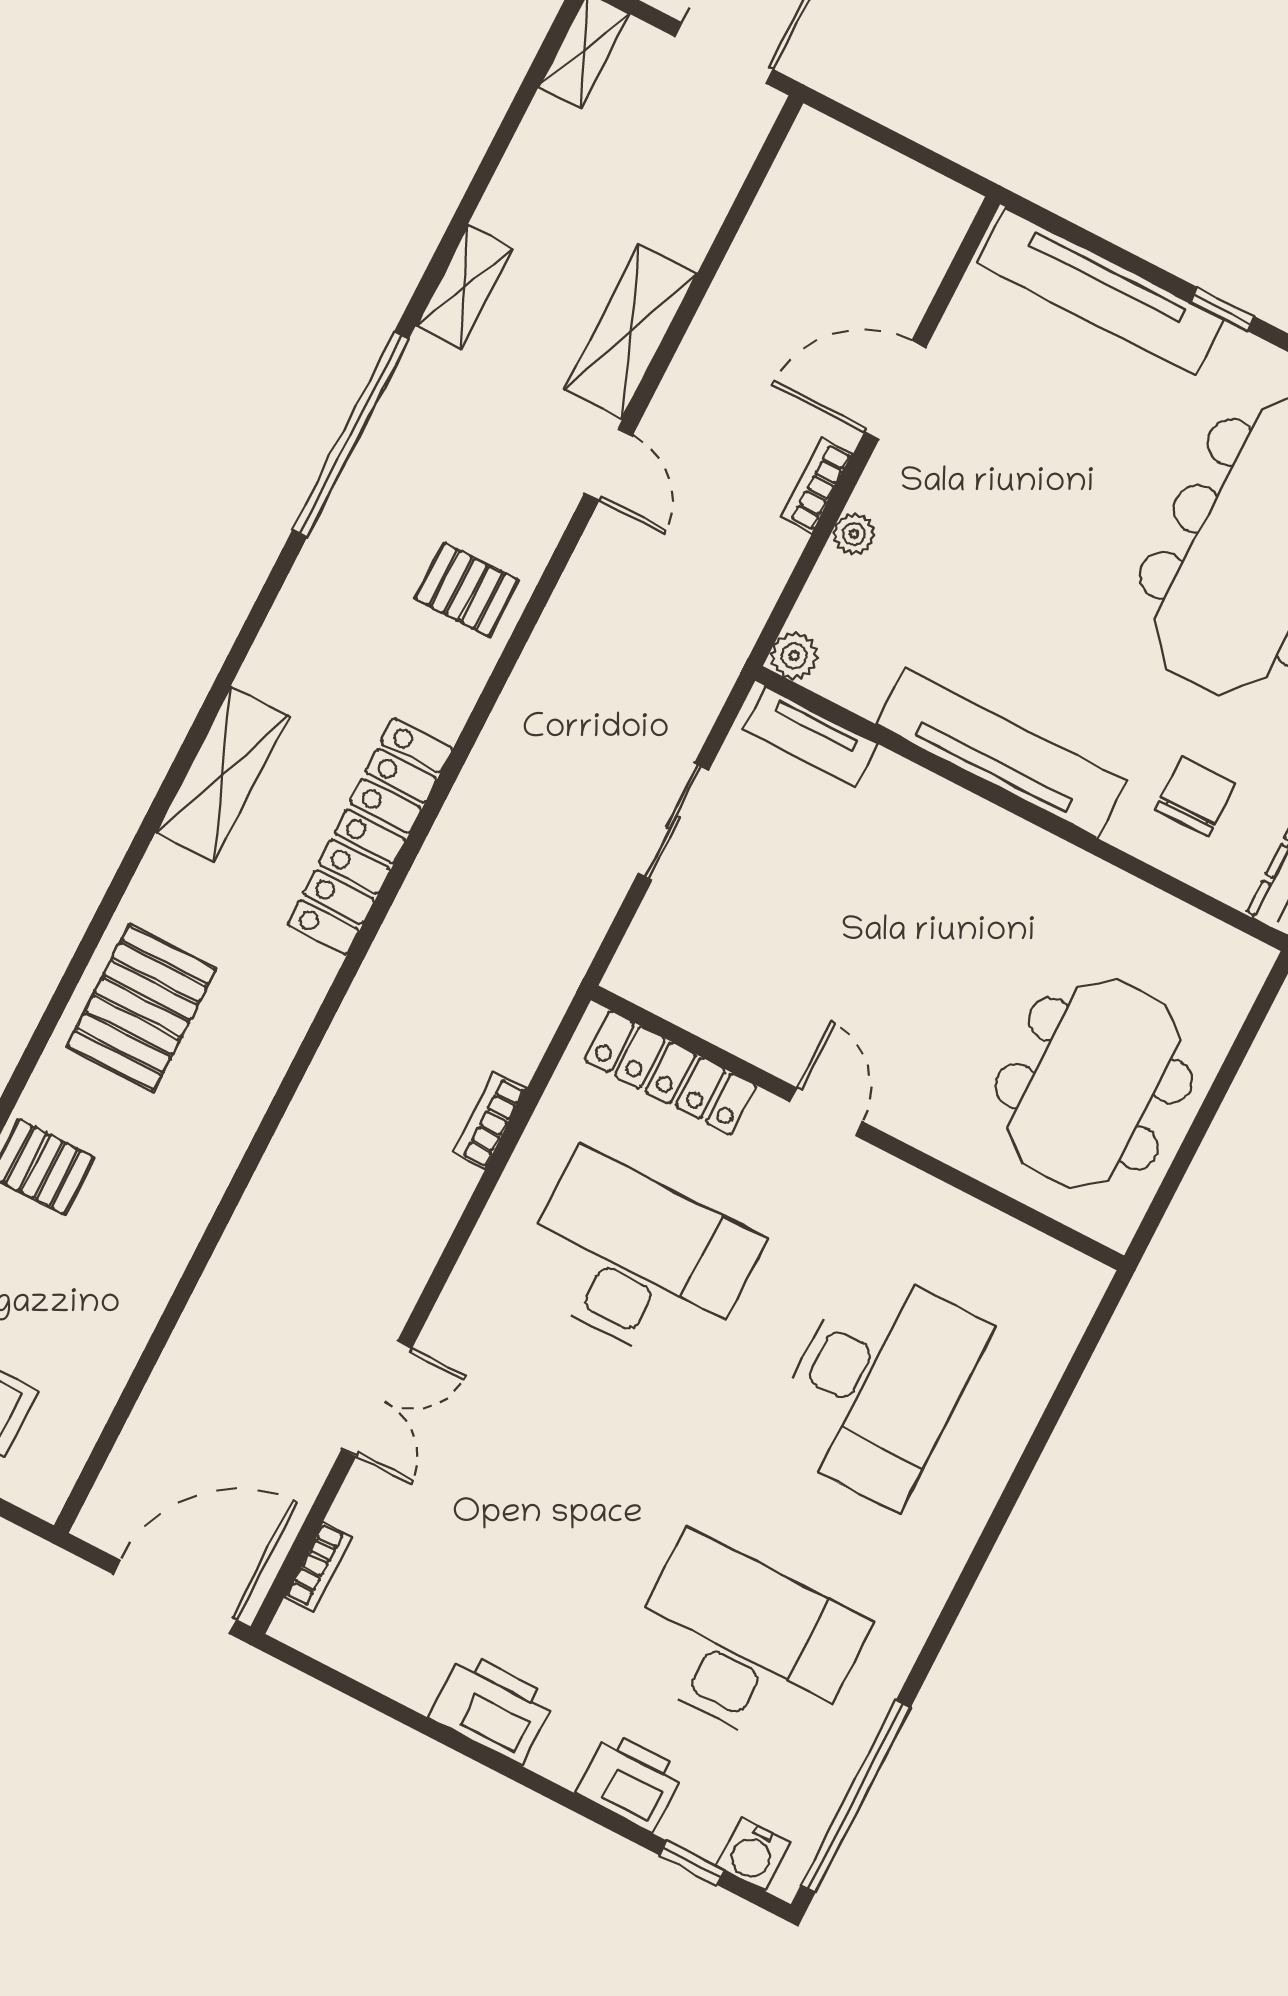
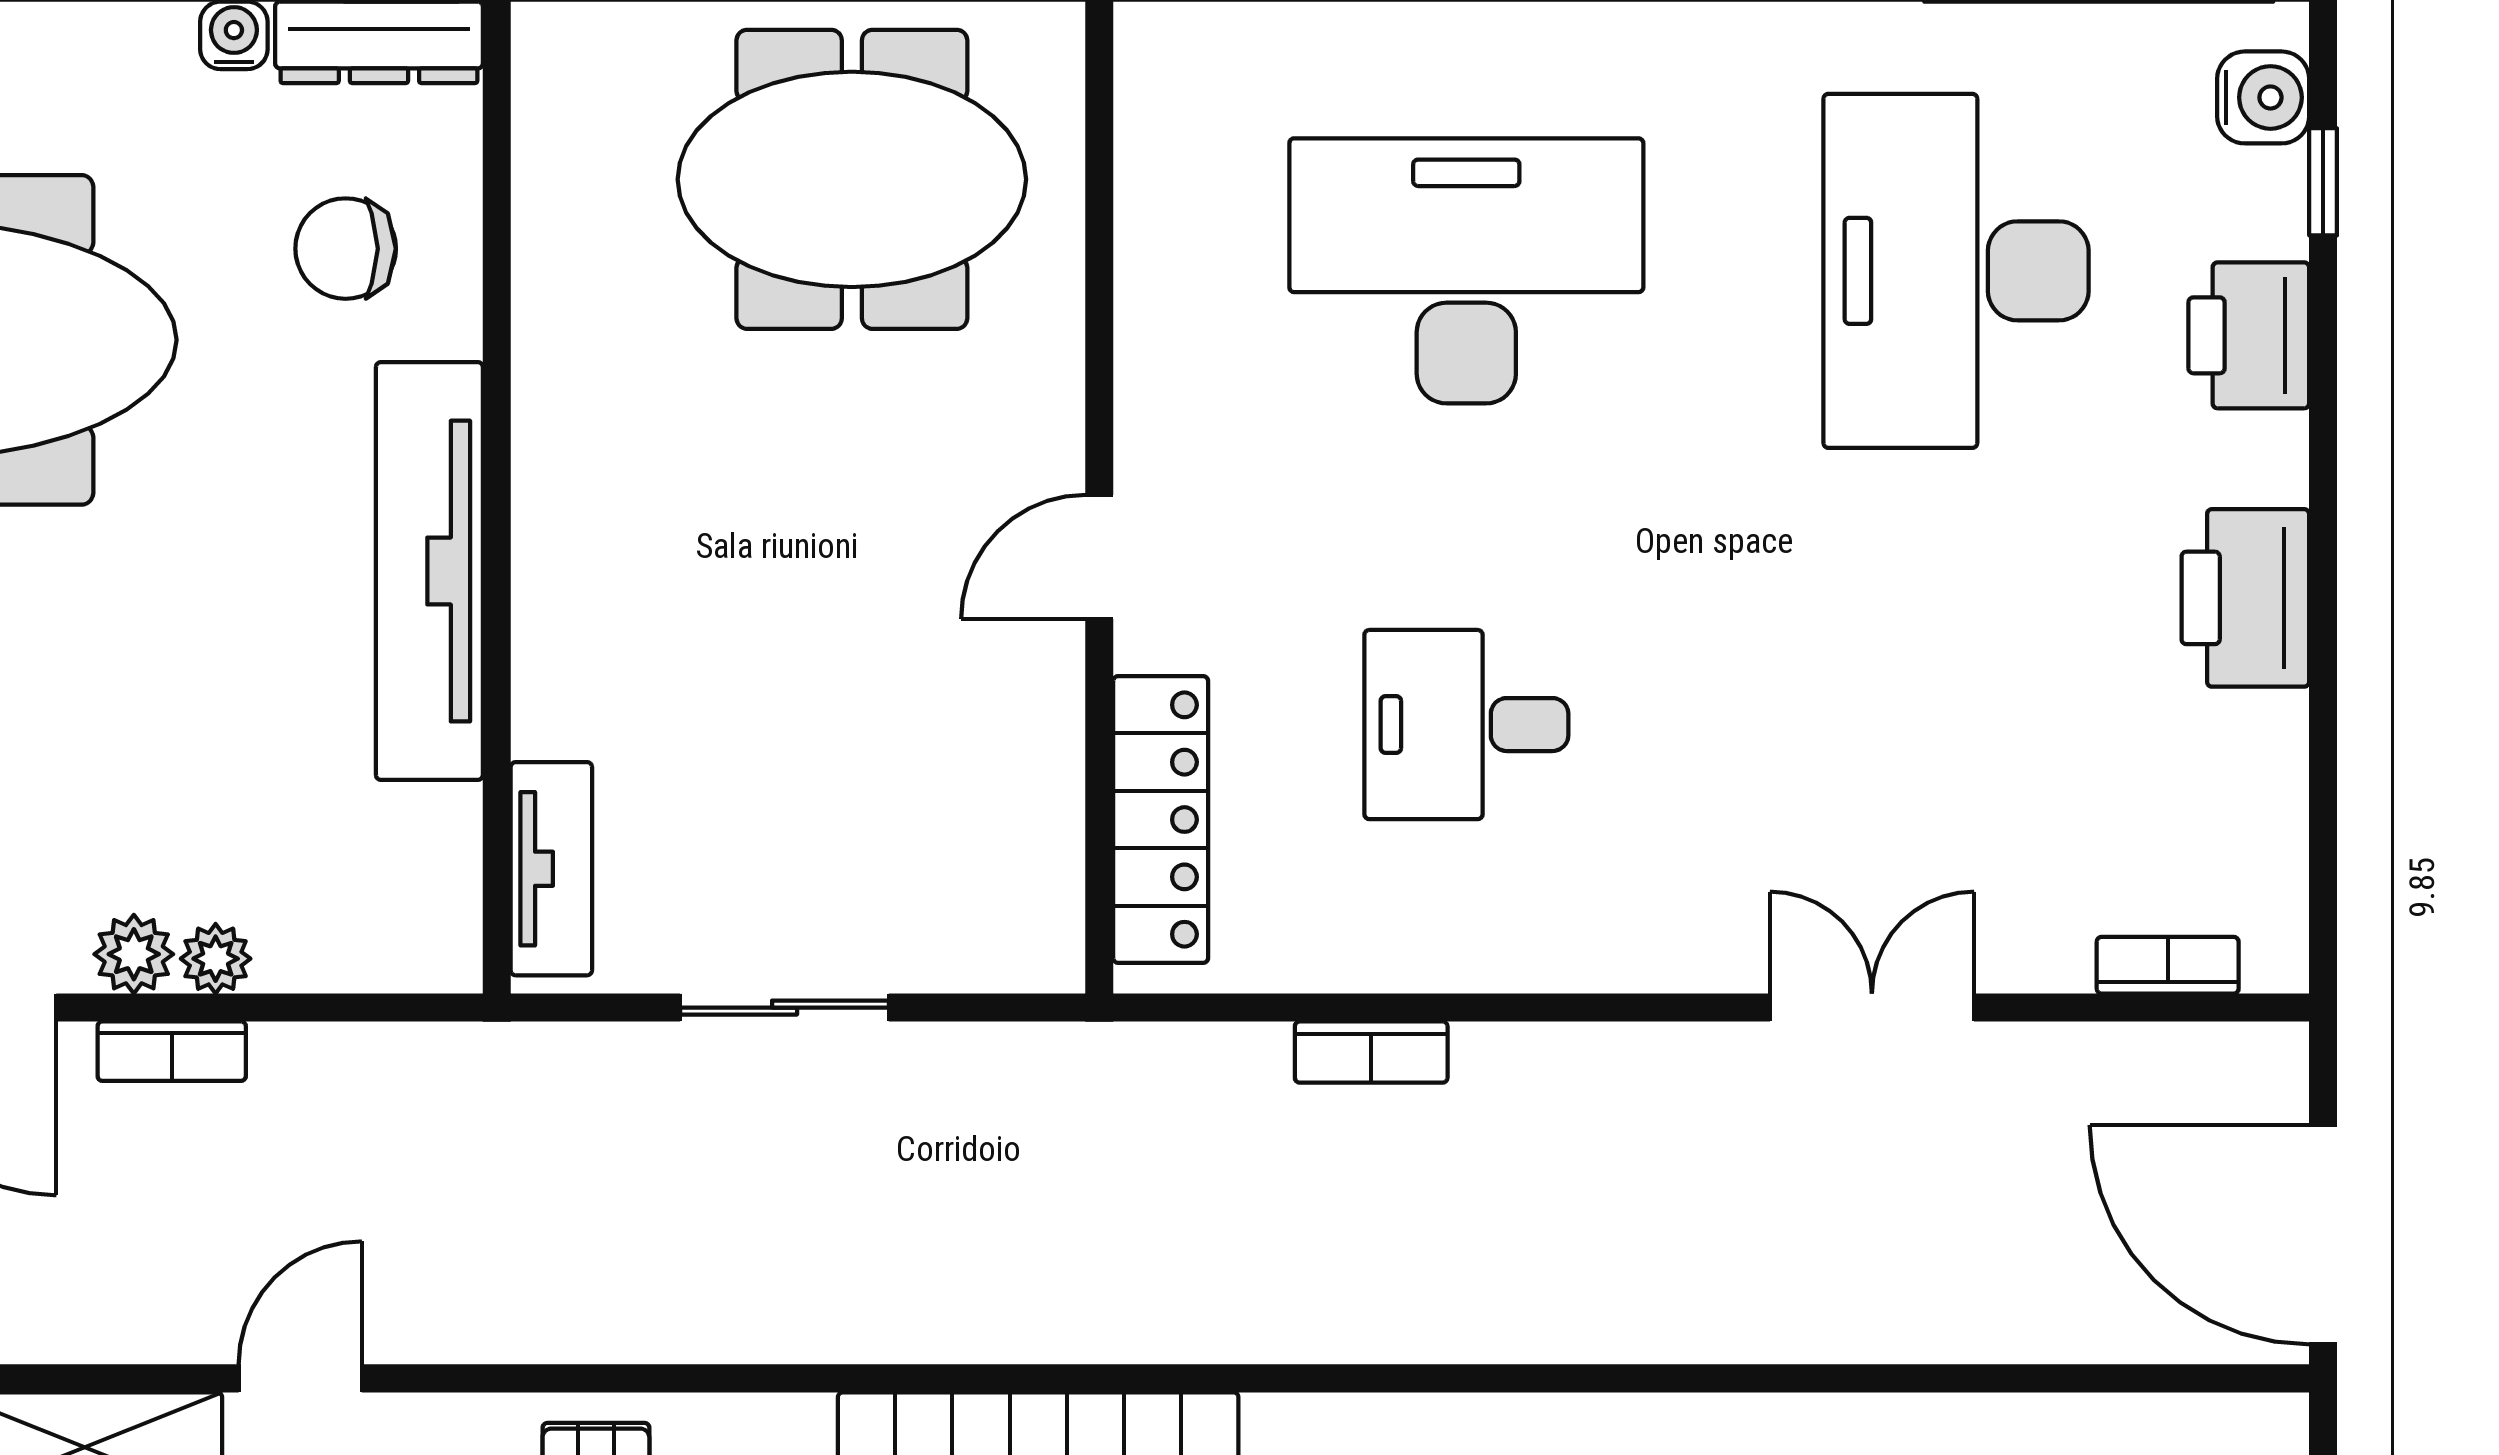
plant: (794, 656) -> (134, 954), moved
desk: (637, 1261) -> (1466, 725), width x0.53, depth x0.77
door: (175, 1597) -> (2323, 1235), moved

